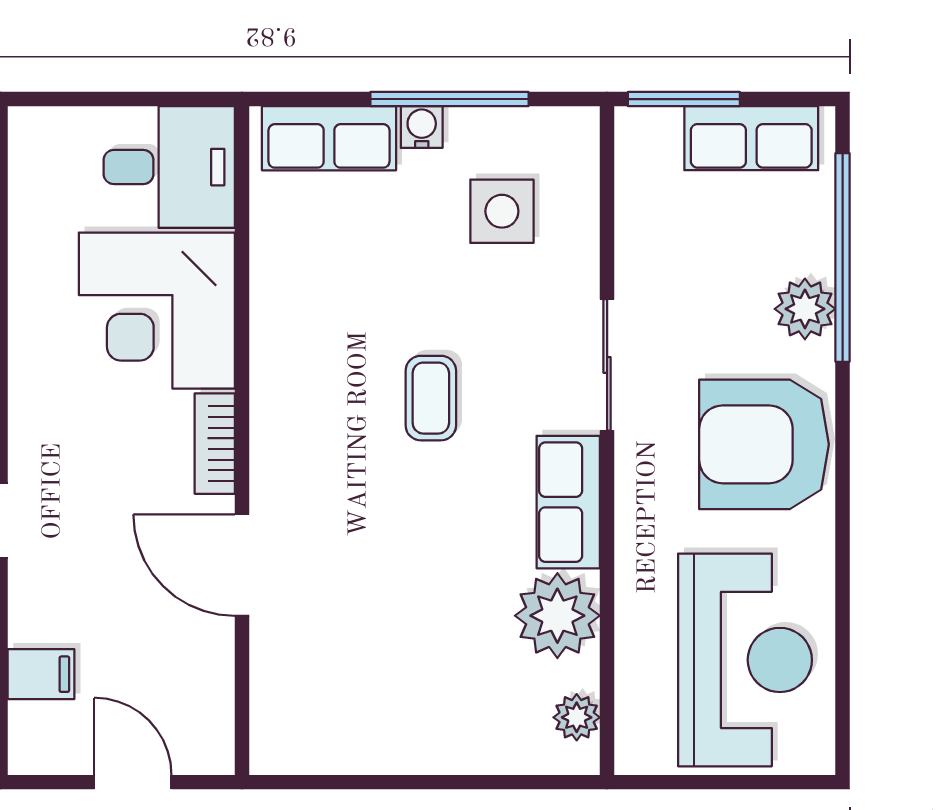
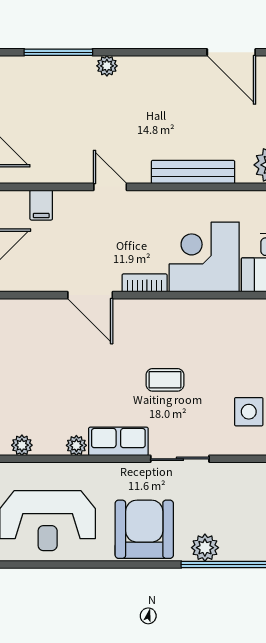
door: (242, 565) -> (90, 295), swing flipped
plant: (557, 616) -> (76, 445), width x0.53, depth x0.53

